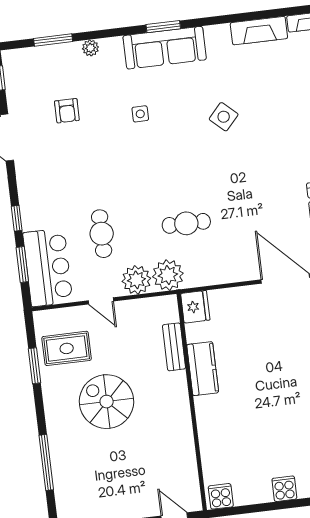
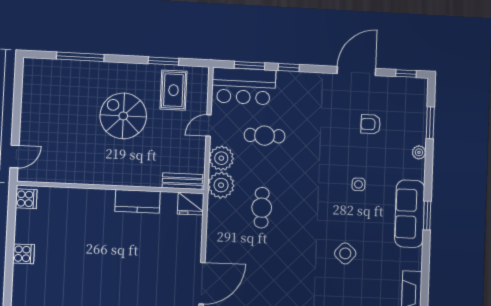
bench: (174, 347) -> (182, 181), moved
spiral stairs: (107, 402) -> (123, 116), turned -90

